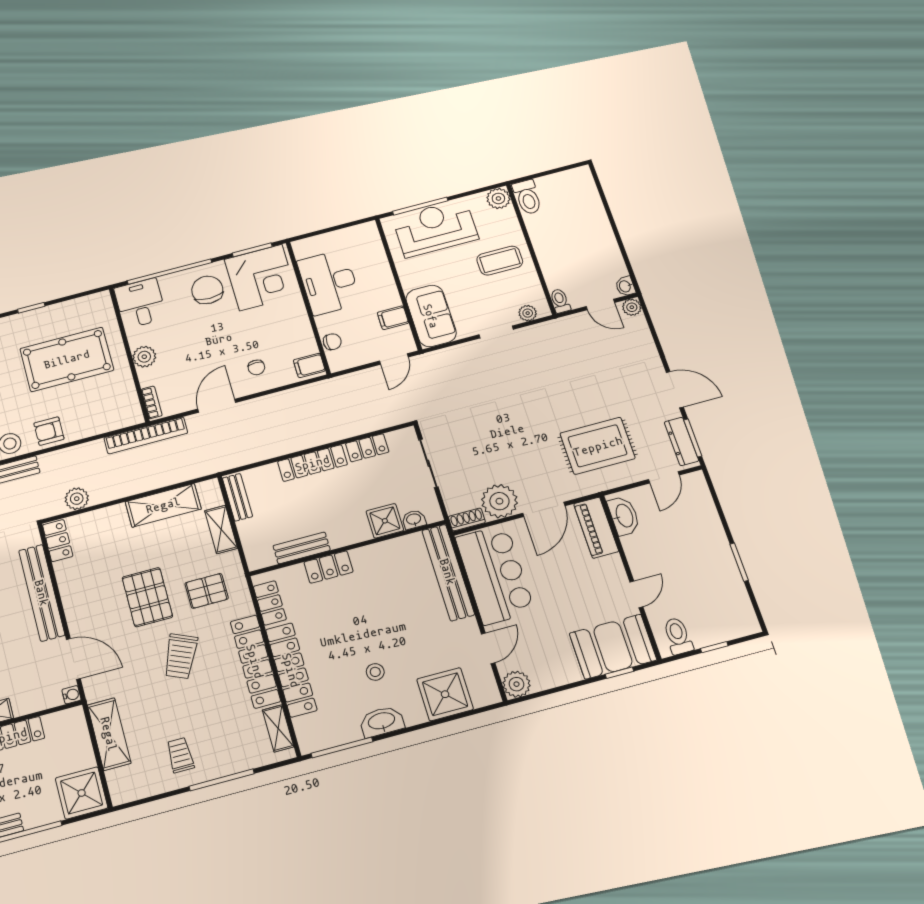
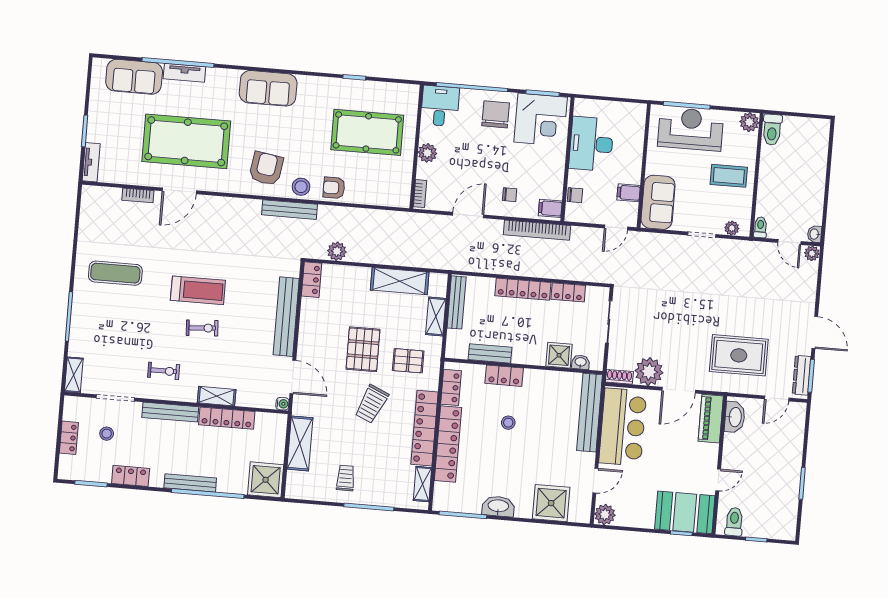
chair: (256, 367) -> (510, 195), turned -90
bookcase: (146, 435) -> (537, 230), moved
bench: (237, 497) -> (457, 302), width x1.36
stool: (375, 672) -> (508, 423), moved

